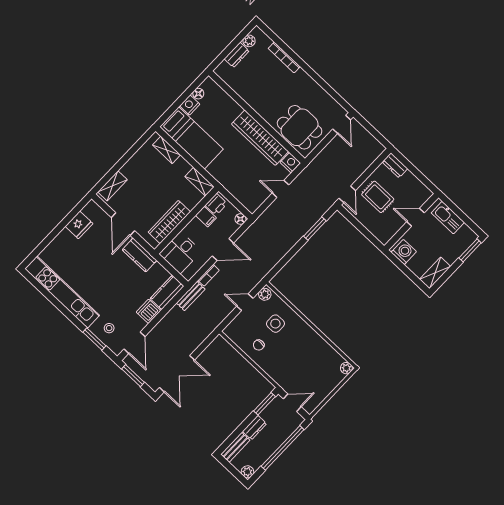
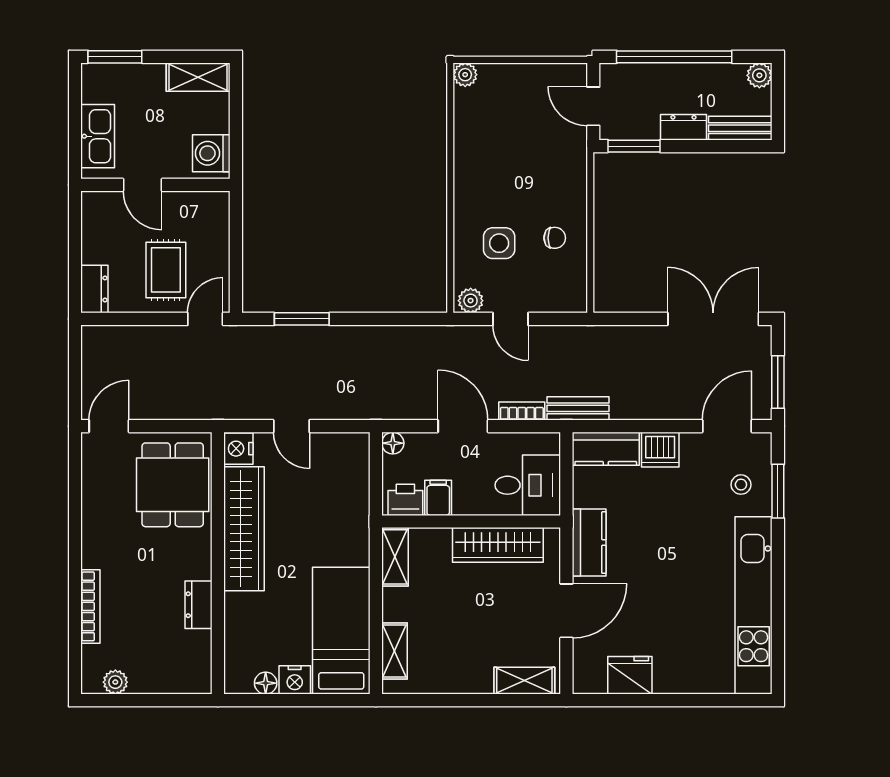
dresser: (237, 55) -> (199, 605), moved, turned -90

